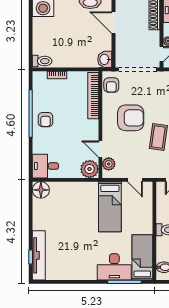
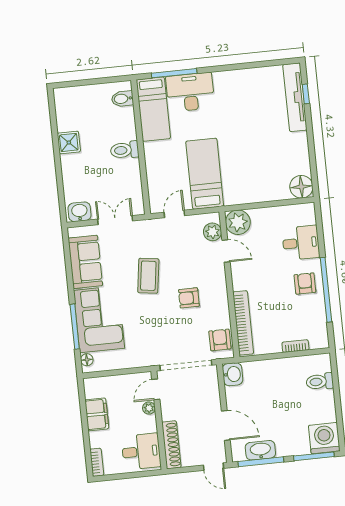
toilet: (42, 61) -> (320, 382), moved
armchair: (131, 118) -> (189, 298), width x0.53, depth x0.53
desk: (45, 166) -> (301, 243), moved
door: (135, 180) -> (174, 214), hinge flipped

